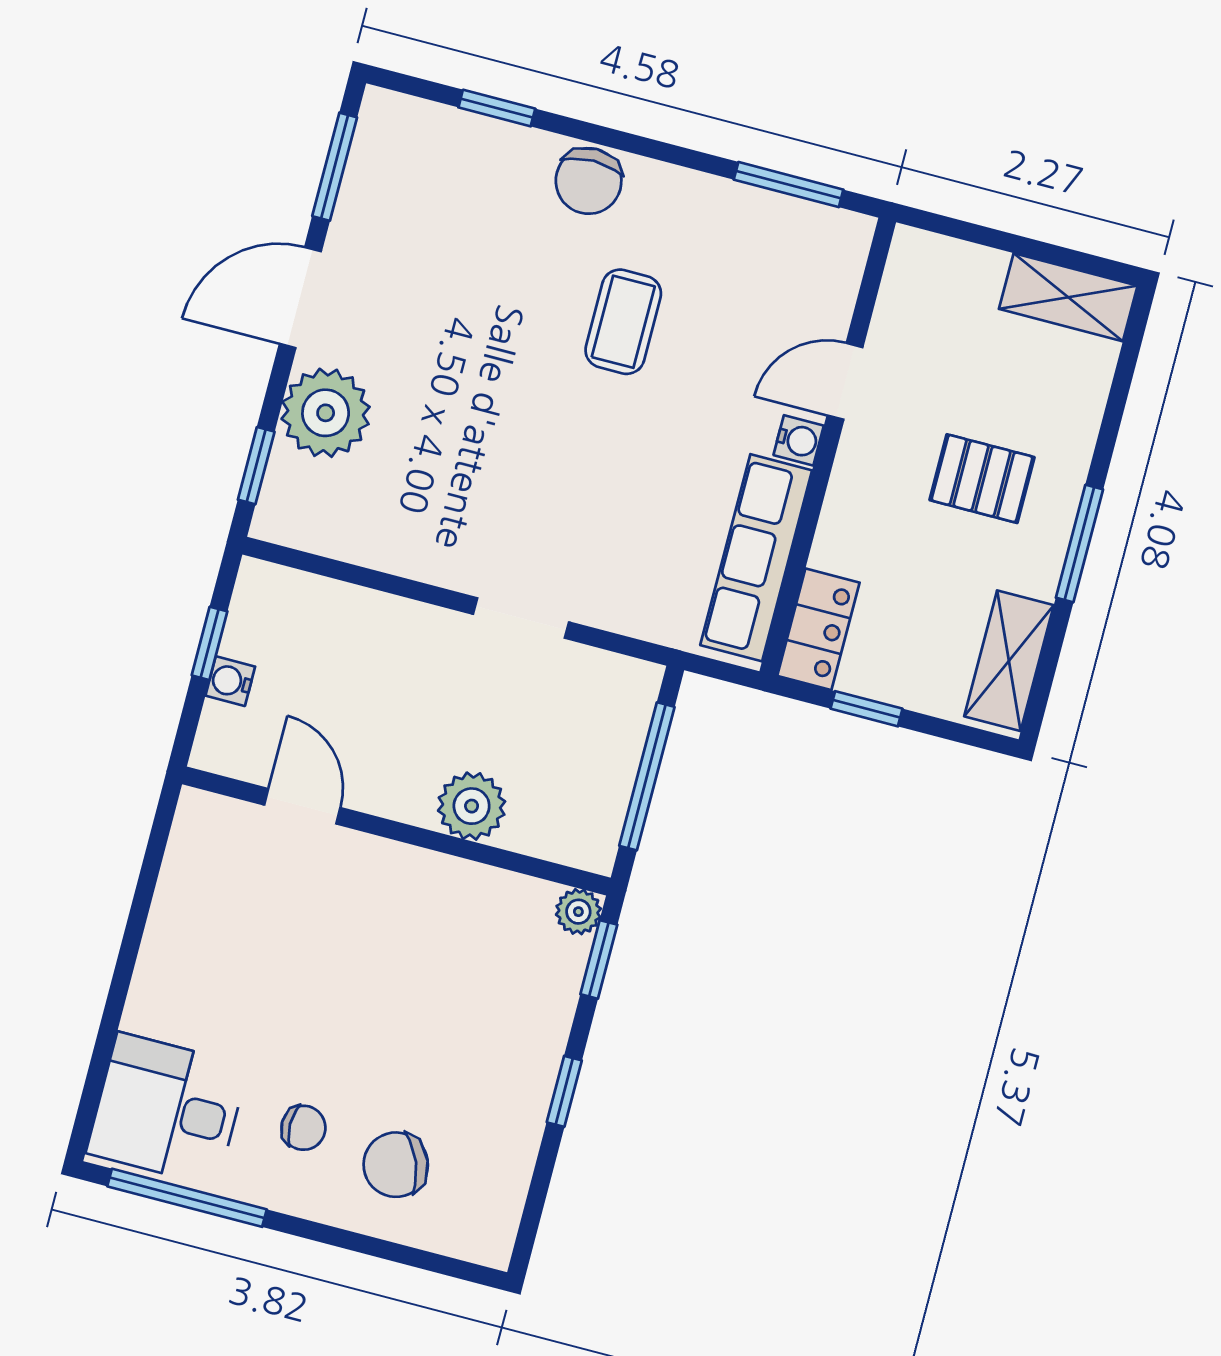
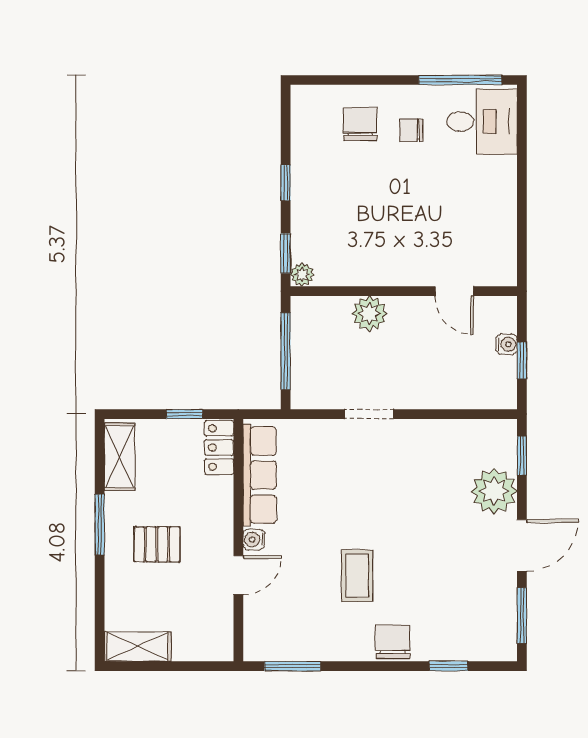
chair: (396, 1165) -> (360, 124), turned -68

